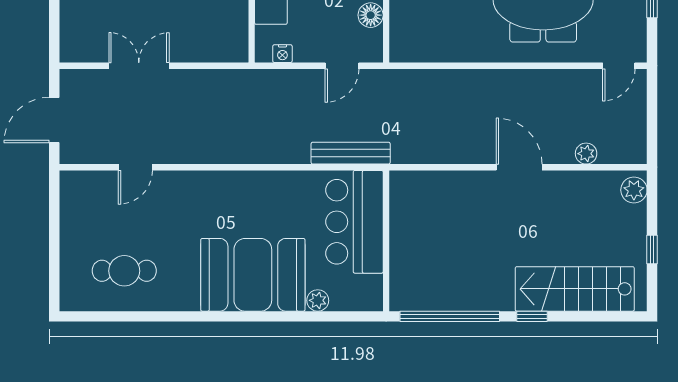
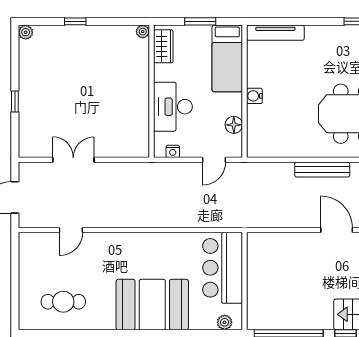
bench: (351, 153) -> (322, 170), moved
plant: (318, 300) -> (225, 322), moved

